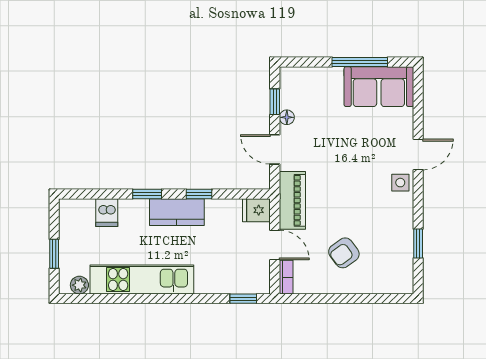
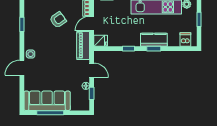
sofa: (379, 87) -> (47, 101), width x1.36
kitchen counter: (177, 212) -> (154, 40), moved
dishwasher: (107, 213) -> (185, 39), moved
door: (275, 245) -> (92, 24), hinge flipped

